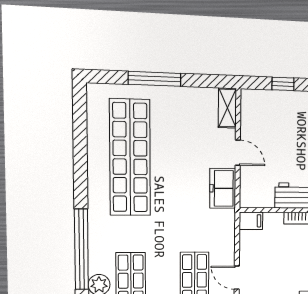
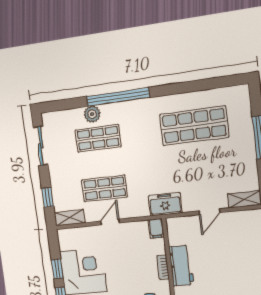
shop shelf: (130, 157) -> (194, 126), width x0.71
freezer: (223, 188) -> (165, 204), moved

